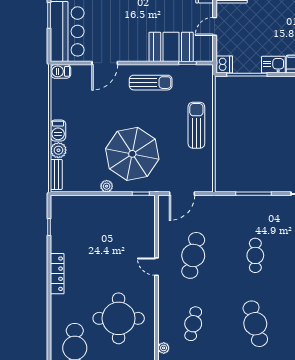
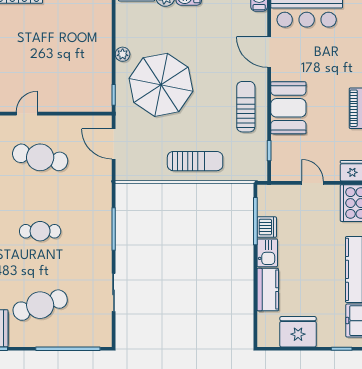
booth: (171, 47) -> (288, 108), moved
dishwasher: (224, 64) -> (267, 227), moved, turned -90
sun lounger: (151, 83) -> (246, 107), turned 180

